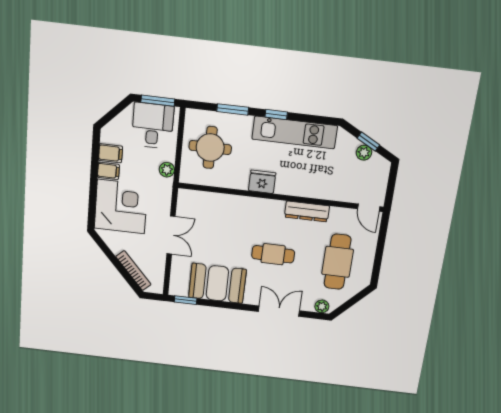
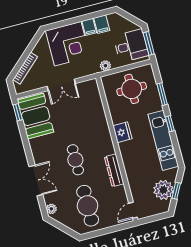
plant: (364, 153) -> (163, 190), width x1.88, depth x1.88
cafe table: (338, 262) -> (88, 206), turned 90
booth: (217, 283) -> (36, 116), moved

